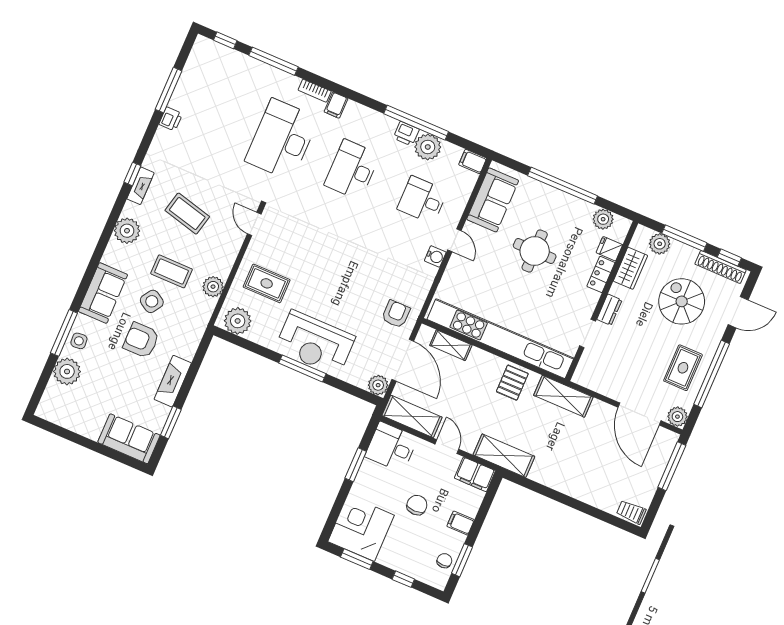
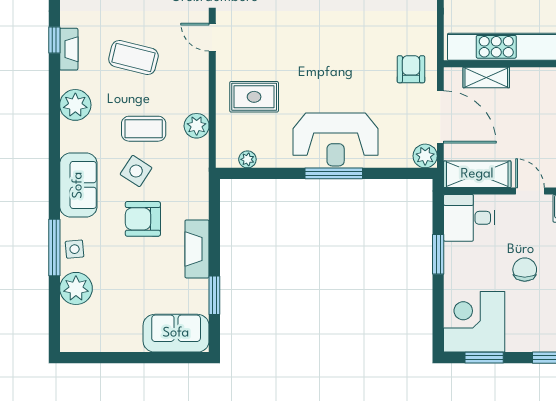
plant: (238, 321) -> (247, 159), width x0.53, depth x0.53

